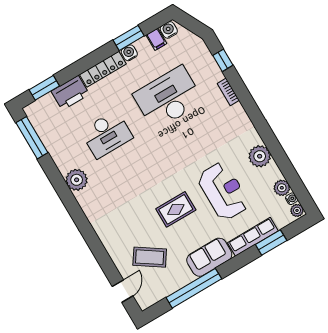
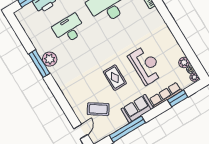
desk: (107, 134) -> (69, 29), turned 180
window: (32, 138) -> (39, 64), moved
plant: (260, 156) -> (169, 42), removed
rug: (176, 209) -> (115, 78), turned 90

